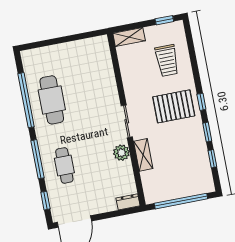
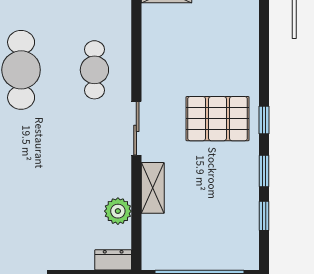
trolley: (167, 61) -> (221, 42), removed
plant: (121, 153) -> (118, 211), moved
cafe table: (64, 165) -> (94, 70), moved

